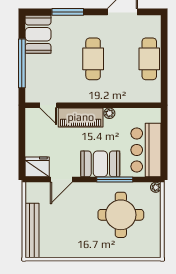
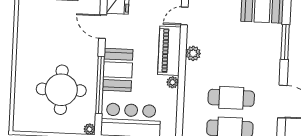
cafe table: (93, 59) -> (231, 98), moved
plant: (82, 96) -> (193, 53), added
window: (115, 180) -> (100, 85), width x1.46

